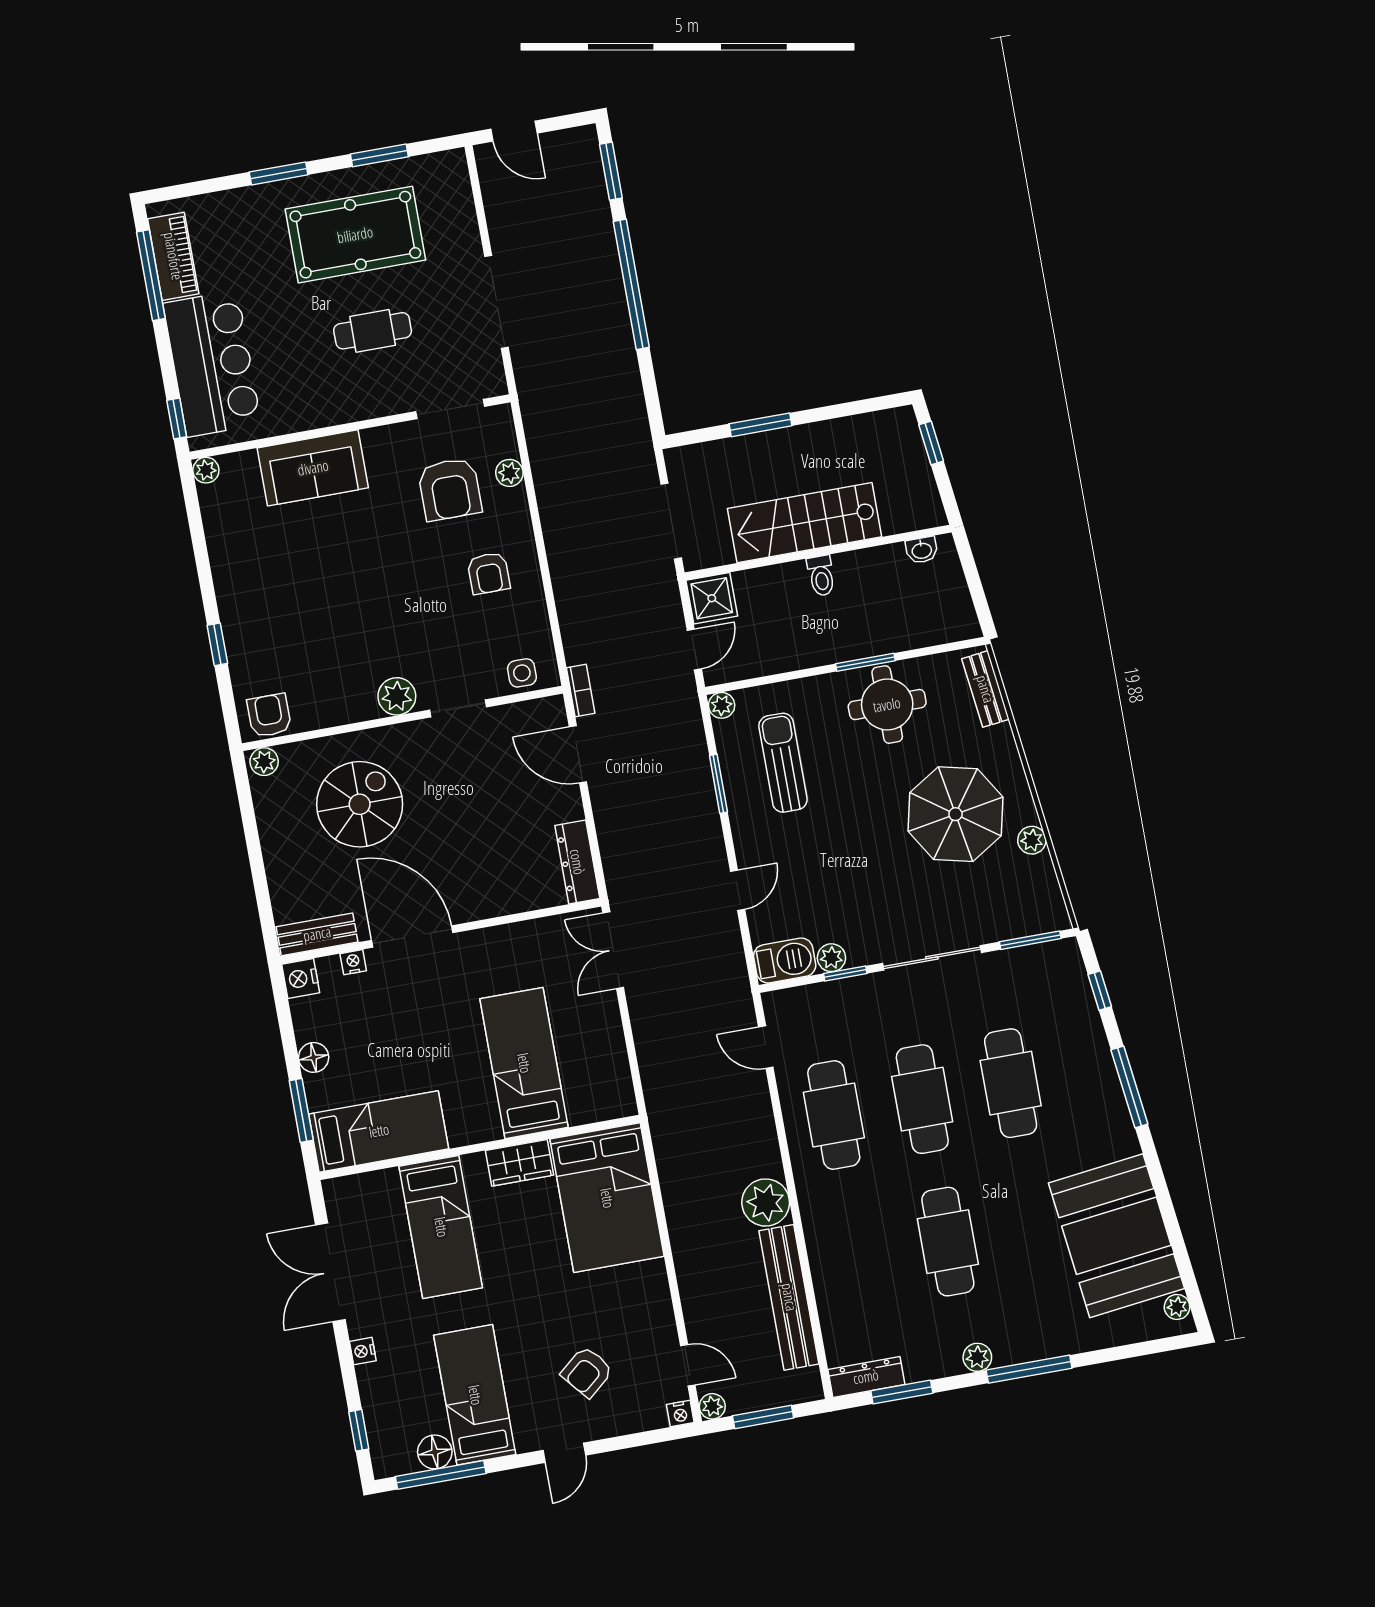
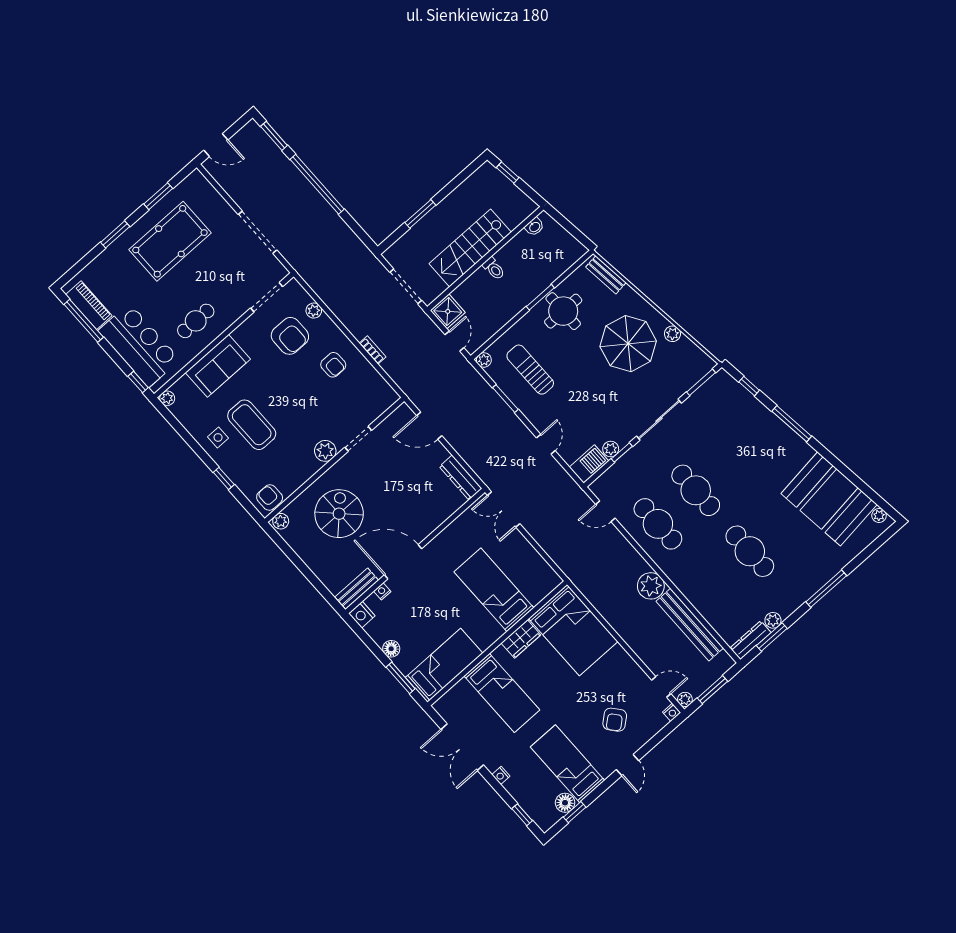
cafe table: (373, 331) -> (196, 321), moved
coffee table: (309, 588) -> (252, 425), added
side table: (522, 673) -> (218, 437), moved
bookcase: (581, 690) -> (373, 350), moved
cafe table: (1011, 1083) -> (734, 457), removed
plant: (977, 1357) -> (773, 620), moved
window: (441, 1475) -> (575, 812), width x0.46

